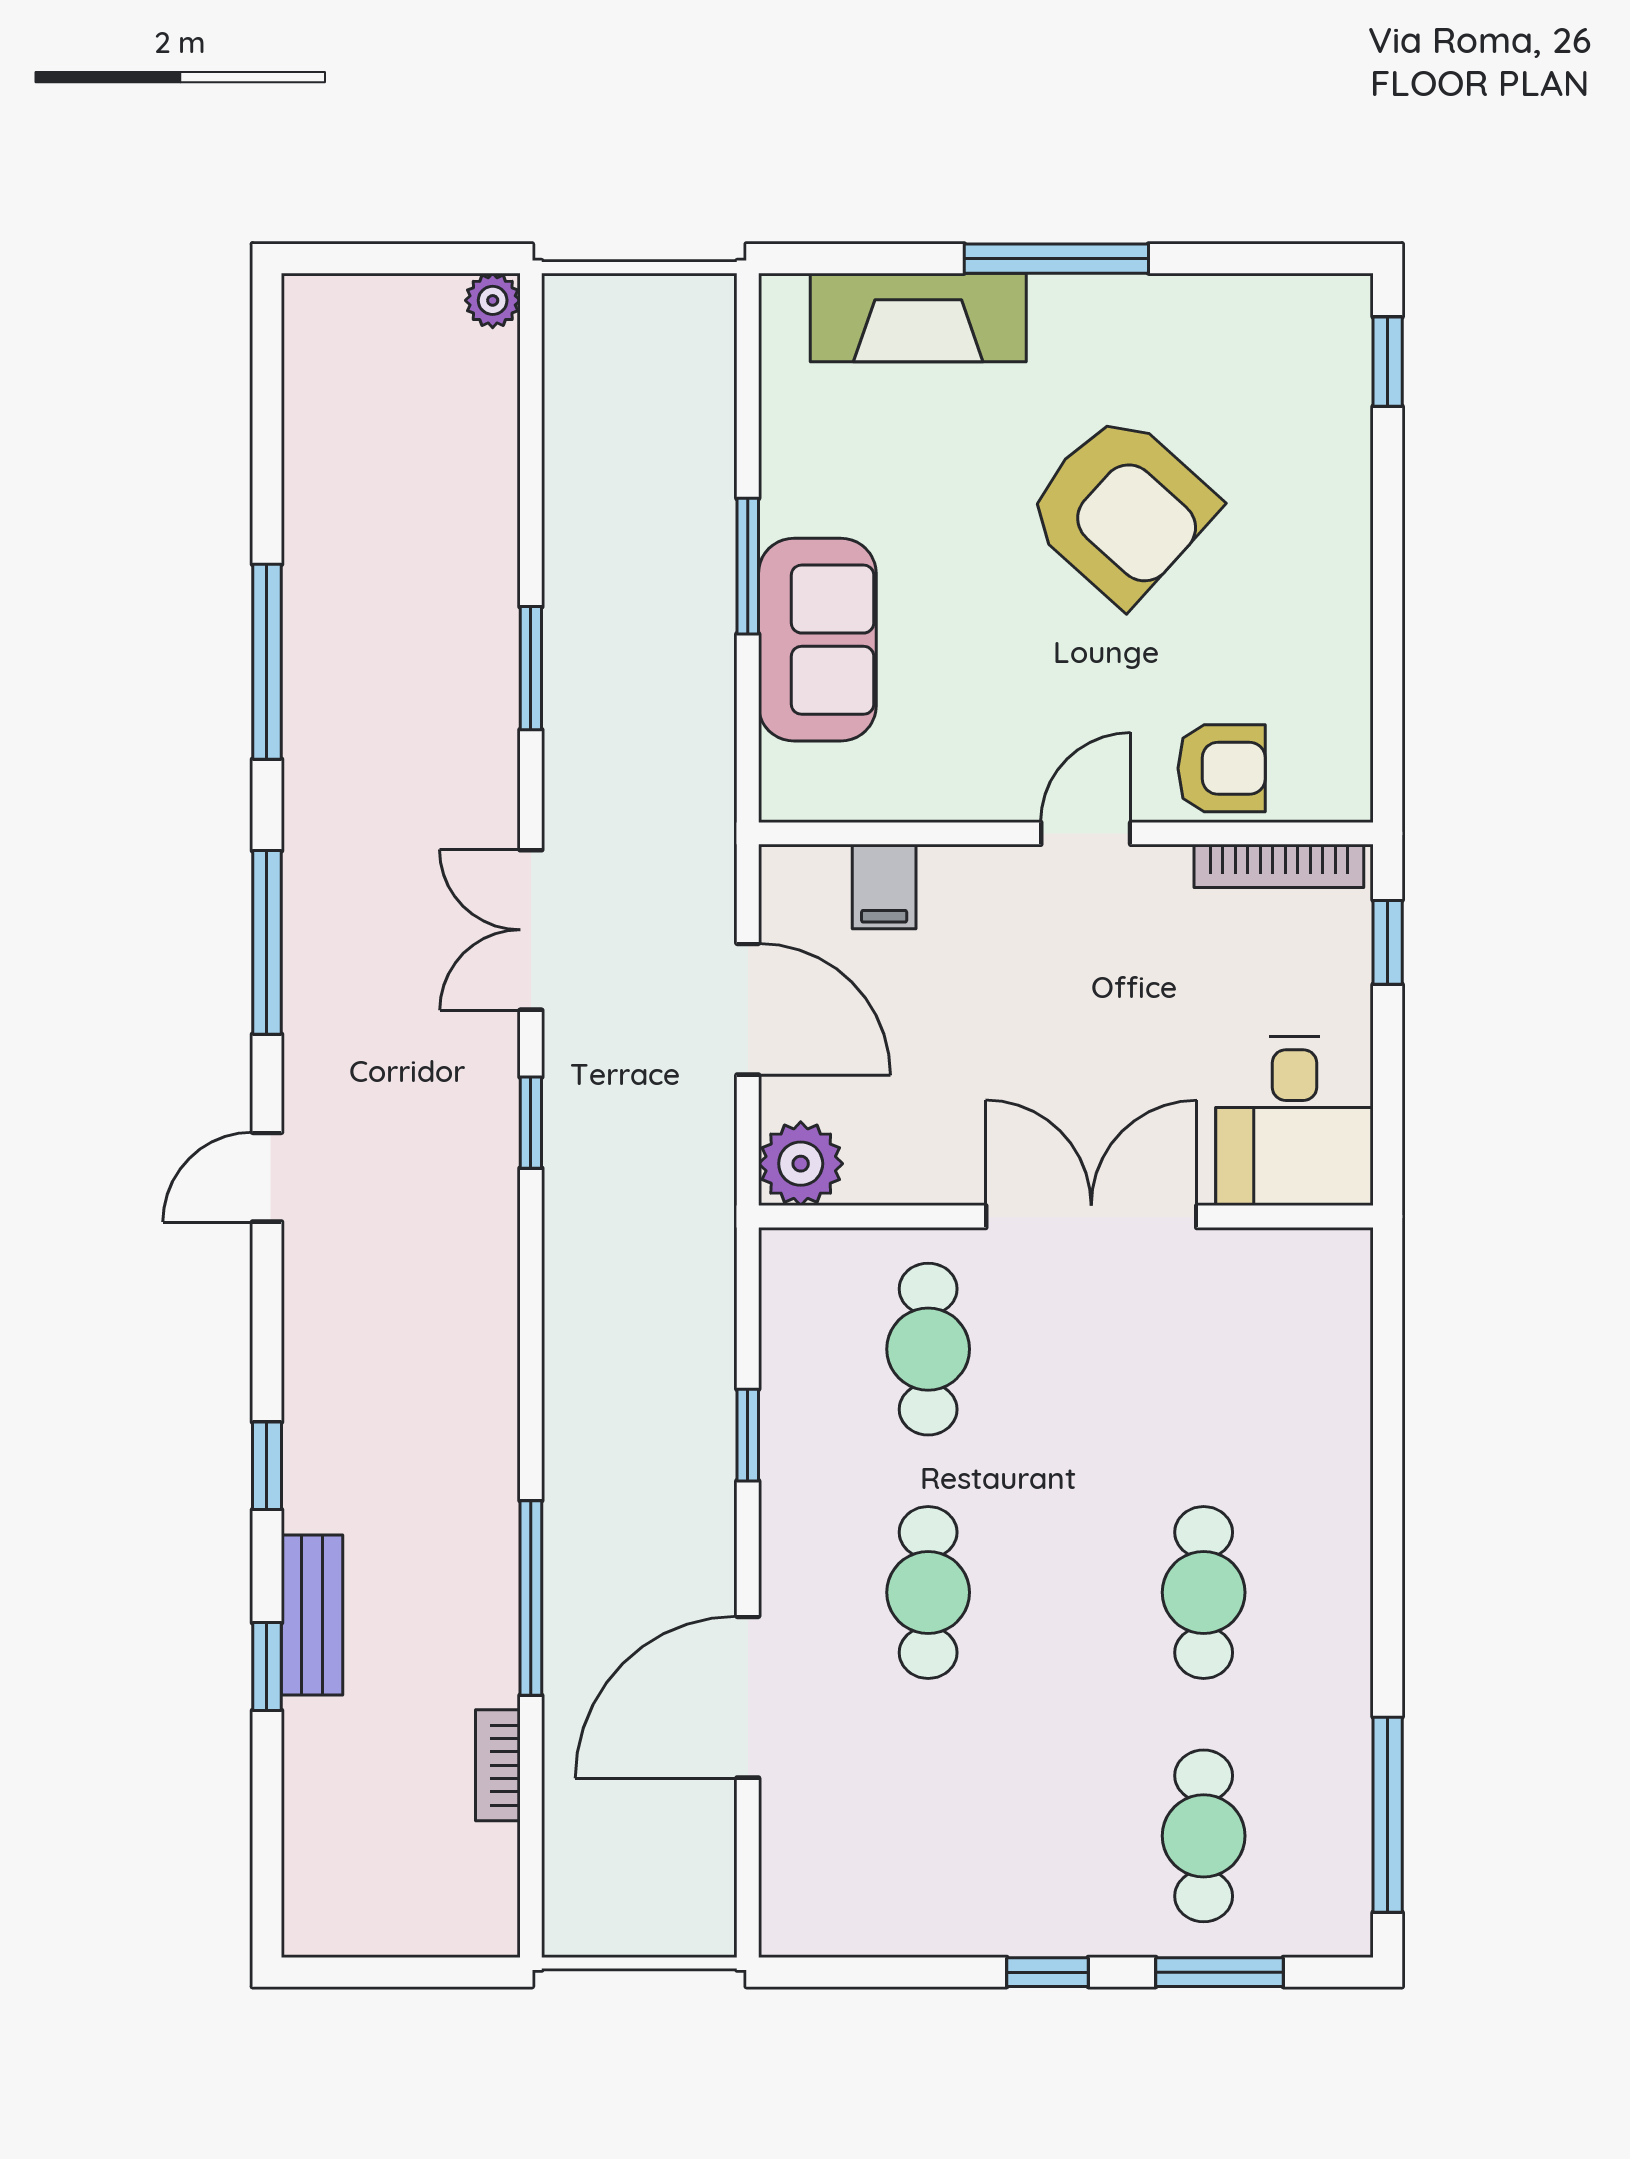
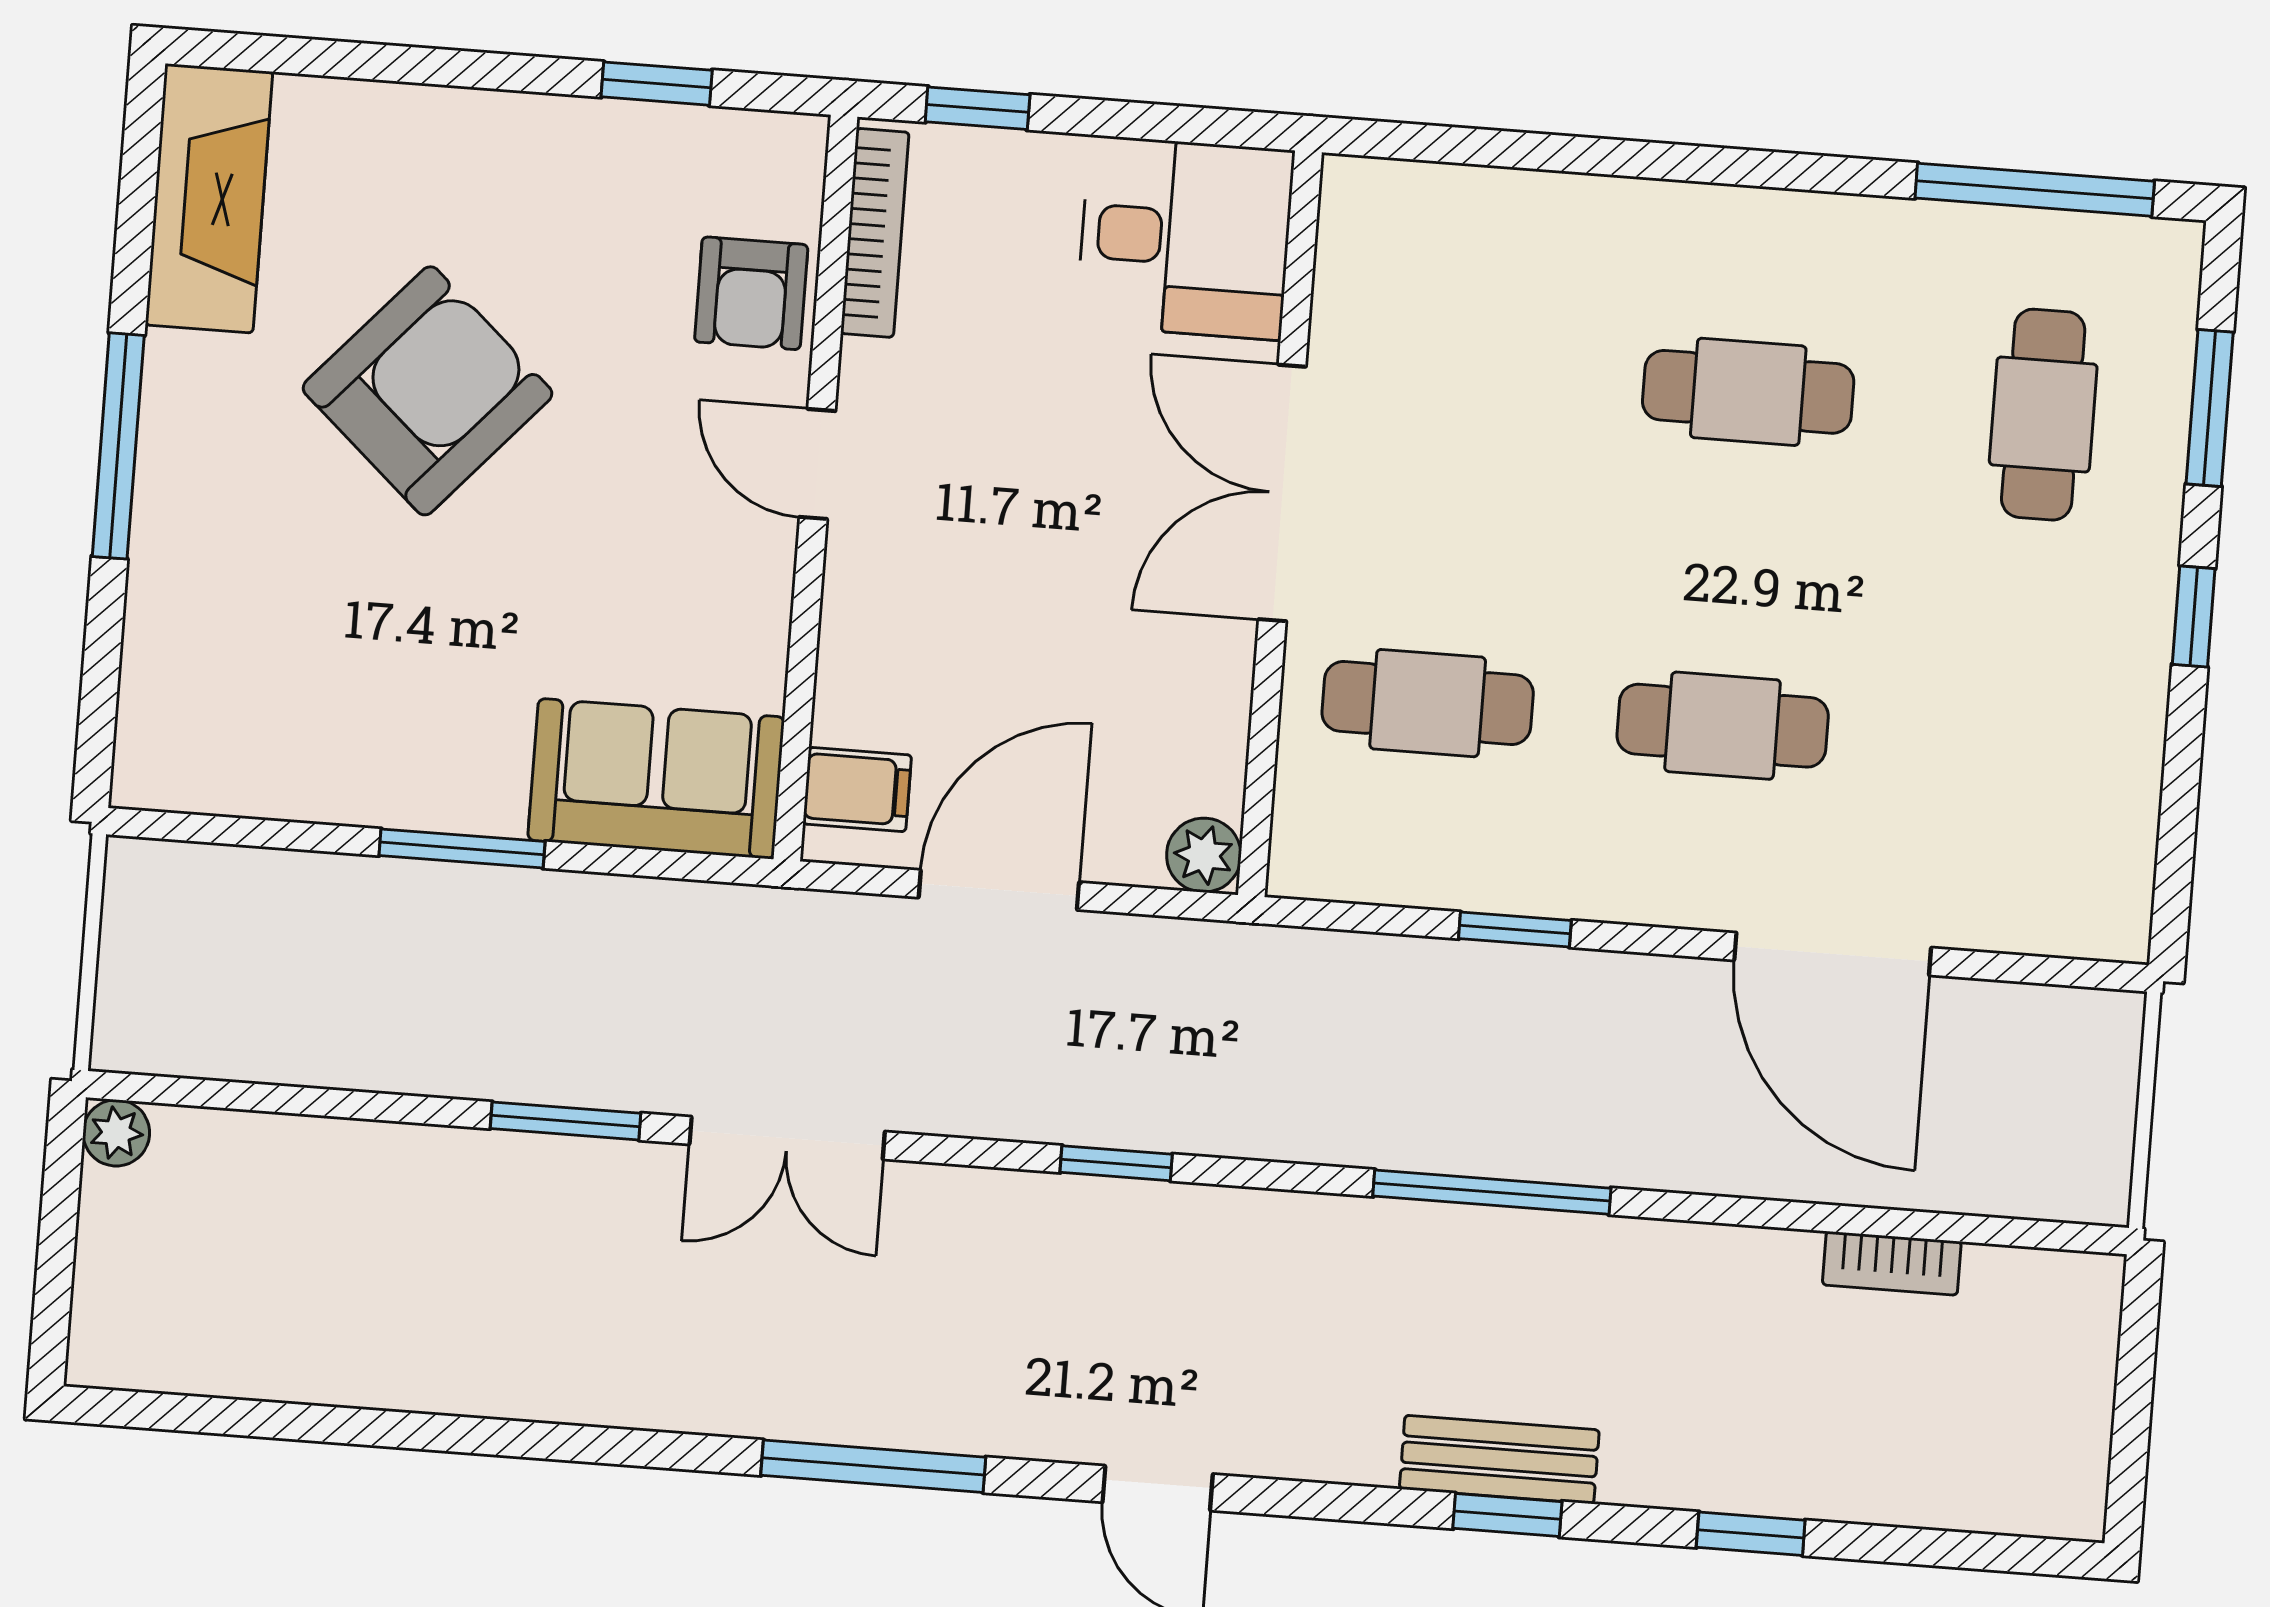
fireplace: (918, 317) -> (209, 198), moved
window: (1388, 362) -> (657, 84), moved
sofa: (817, 640) -> (656, 779), moved
window: (267, 662) -> (533, 1440), removed
armchair: (1222, 768) -> (751, 293), turned 180
filing cabinet: (884, 887) -> (857, 790), moved
double door: (531, 930) -> (787, 1138), moved
plant: (801, 1164) -> (1204, 855), width x0.73, depth x0.73
window: (531, 1598) -> (1492, 1192), moved
bench: (312, 1615) -> (1499, 1459), moved
cafe table: (1204, 1836) -> (2043, 415), turned 90

